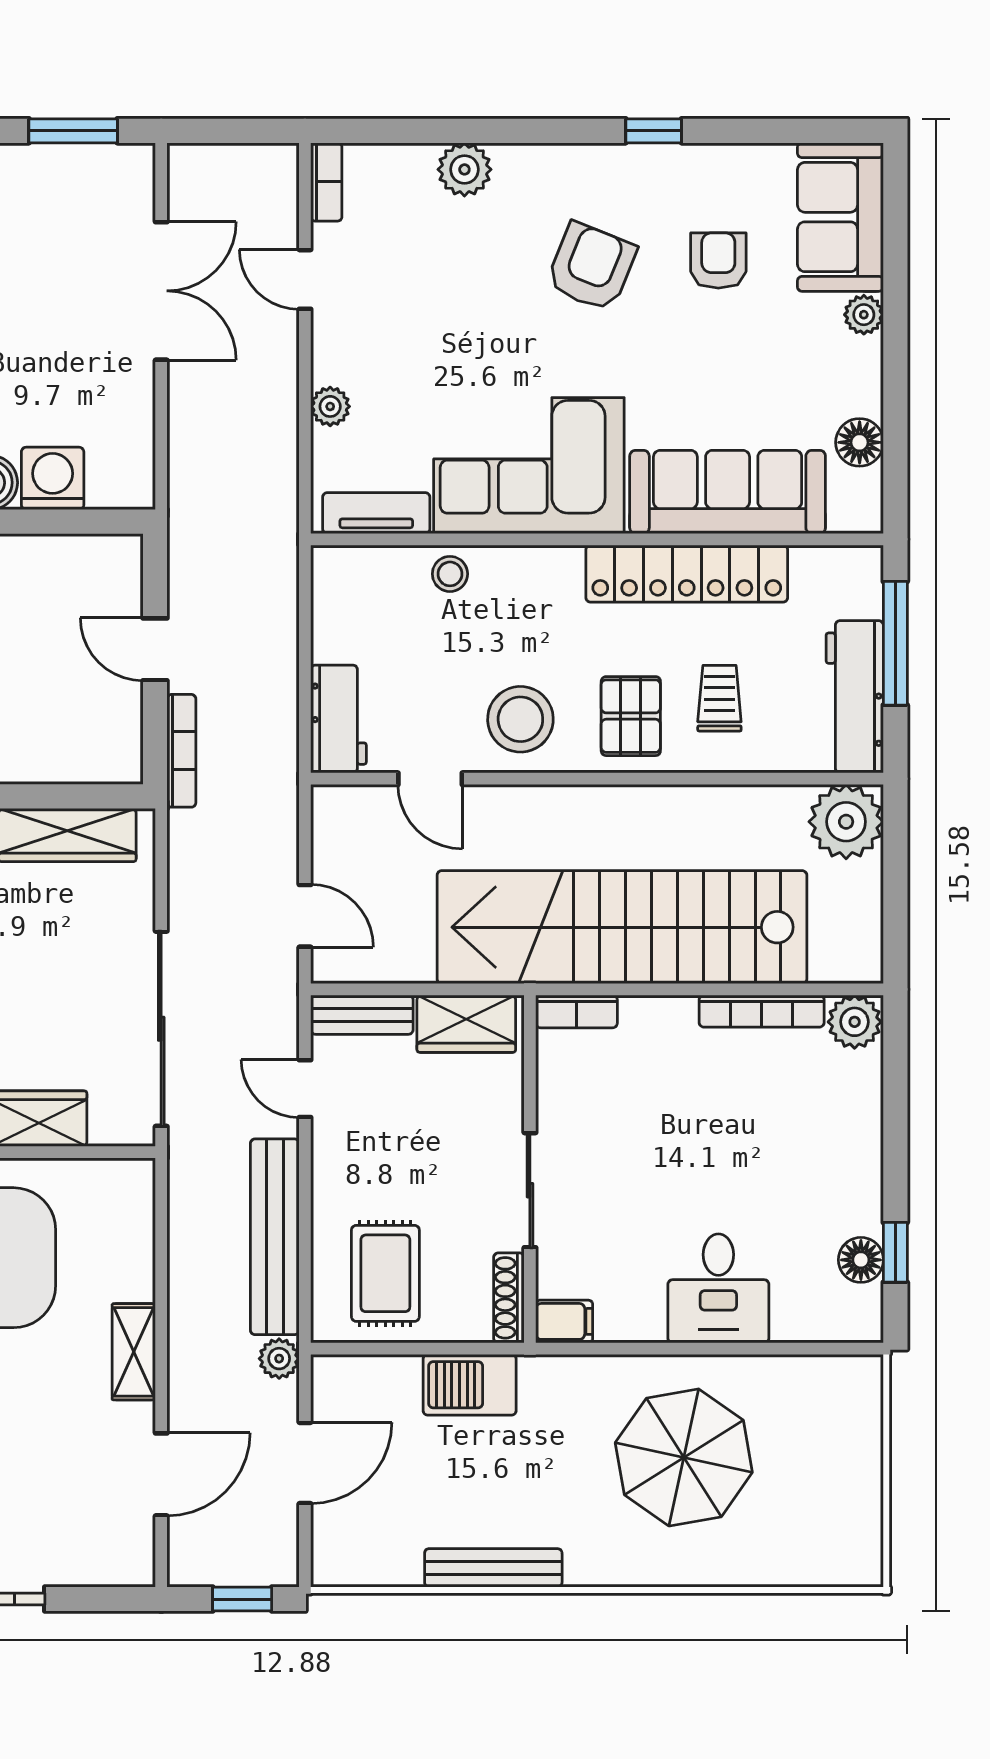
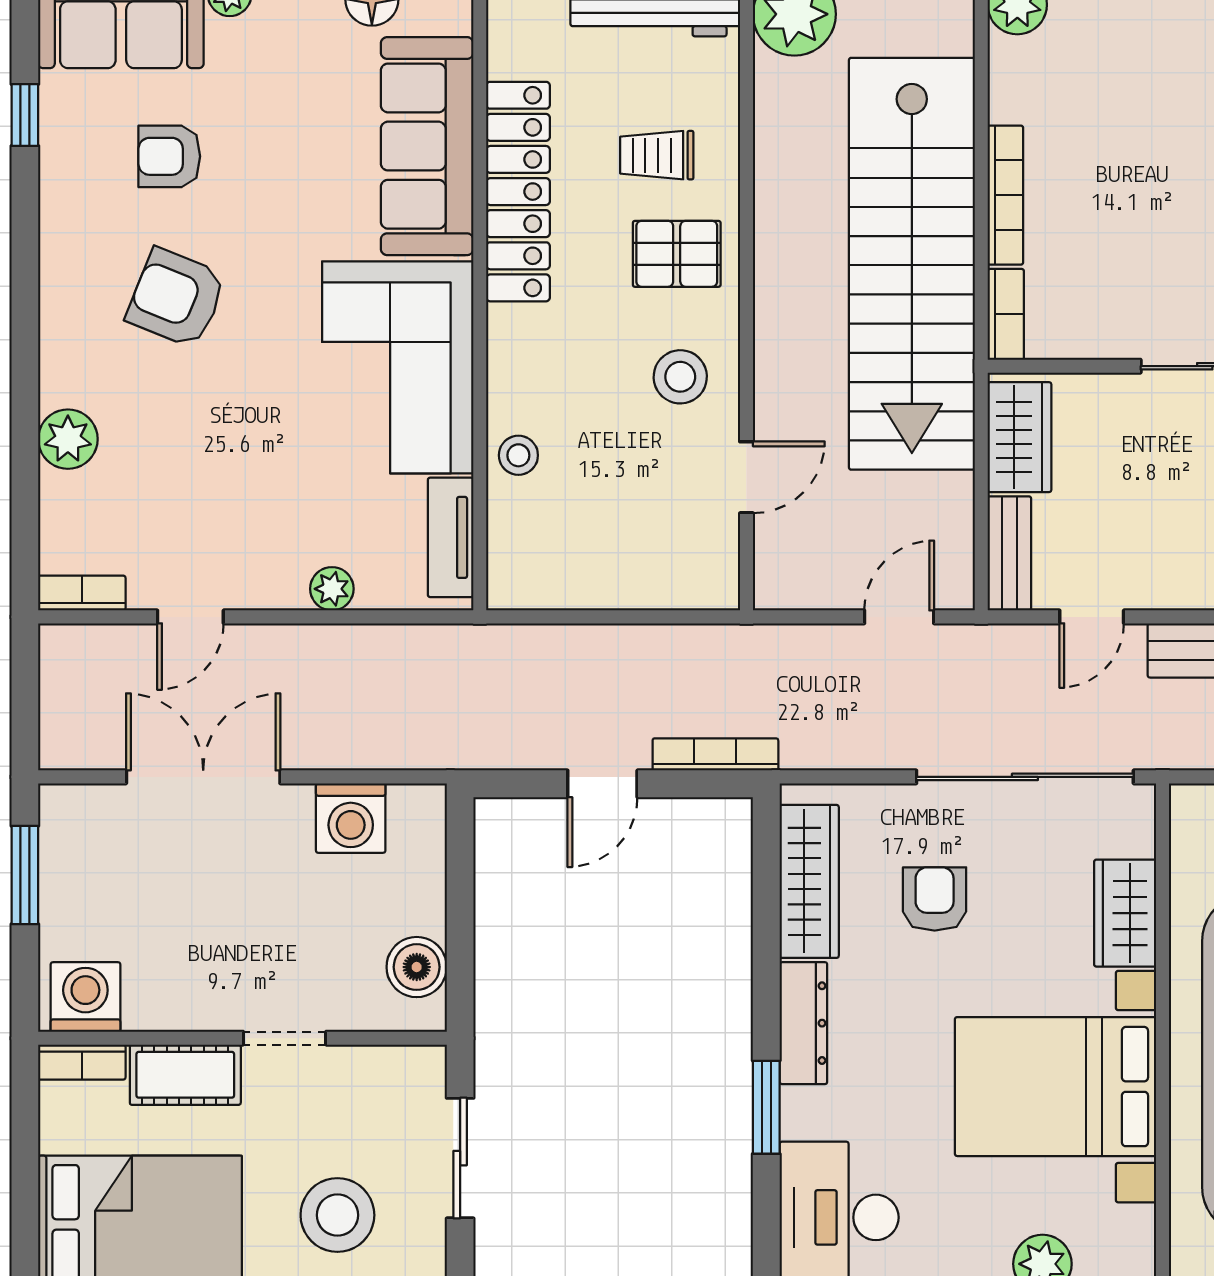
window: (654, 131) -> (25, 115), moved
washing machine: (53, 478) -> (351, 818), moved, turned -90
workbench: (339, 719) -> (680, 579), removed
stool: (520, 719) -> (680, 377), width x0.73, depth x0.73
armchair: (52, 948) -> (935, 899), added
bookcase: (762, 1011) -> (1005, 195), moved

